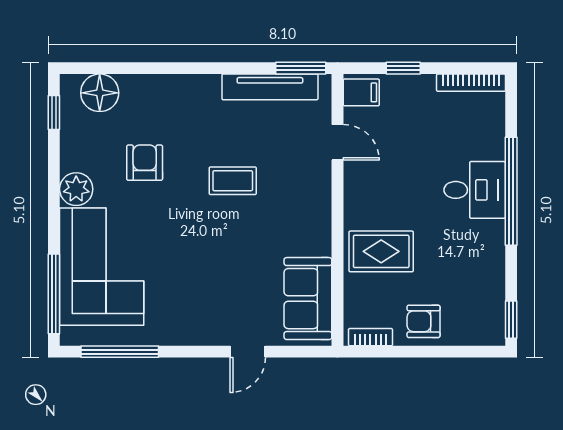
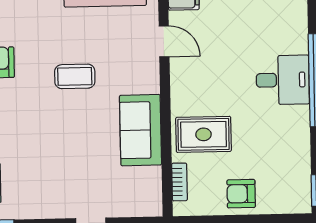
sofa: (308, 299) -> (141, 130), moved
bookcase: (370, 337) -> (179, 182), moved, turned 90

